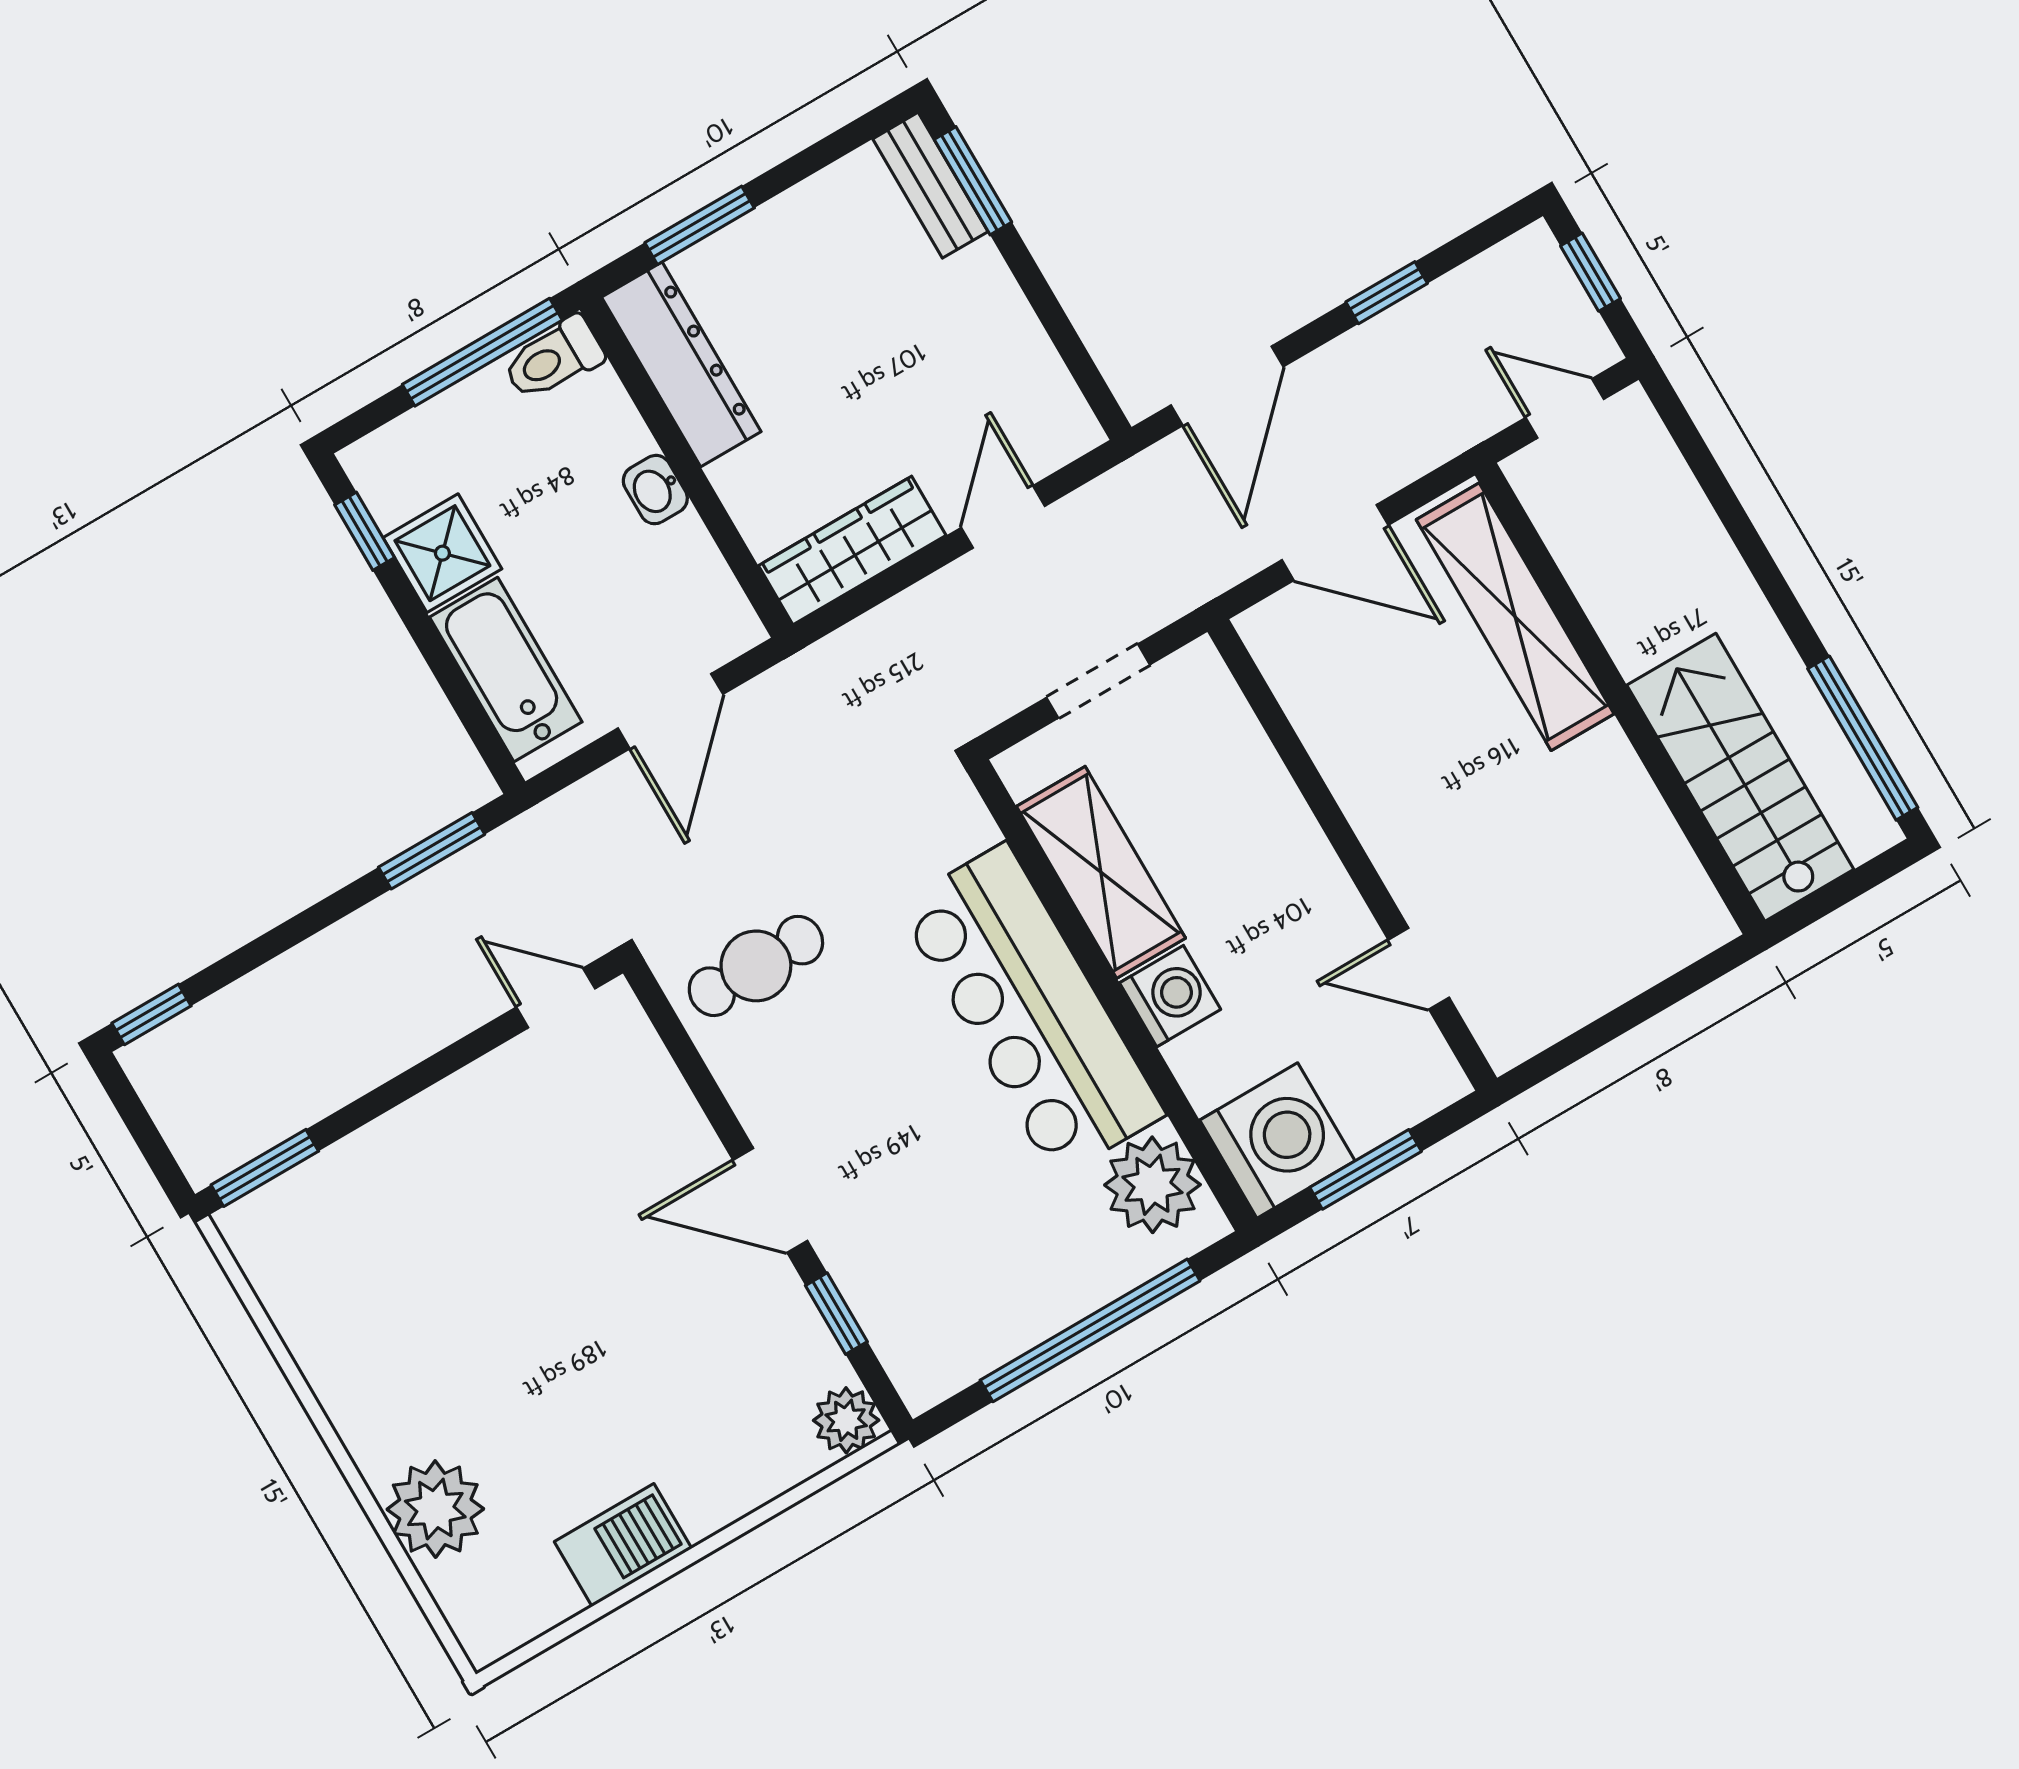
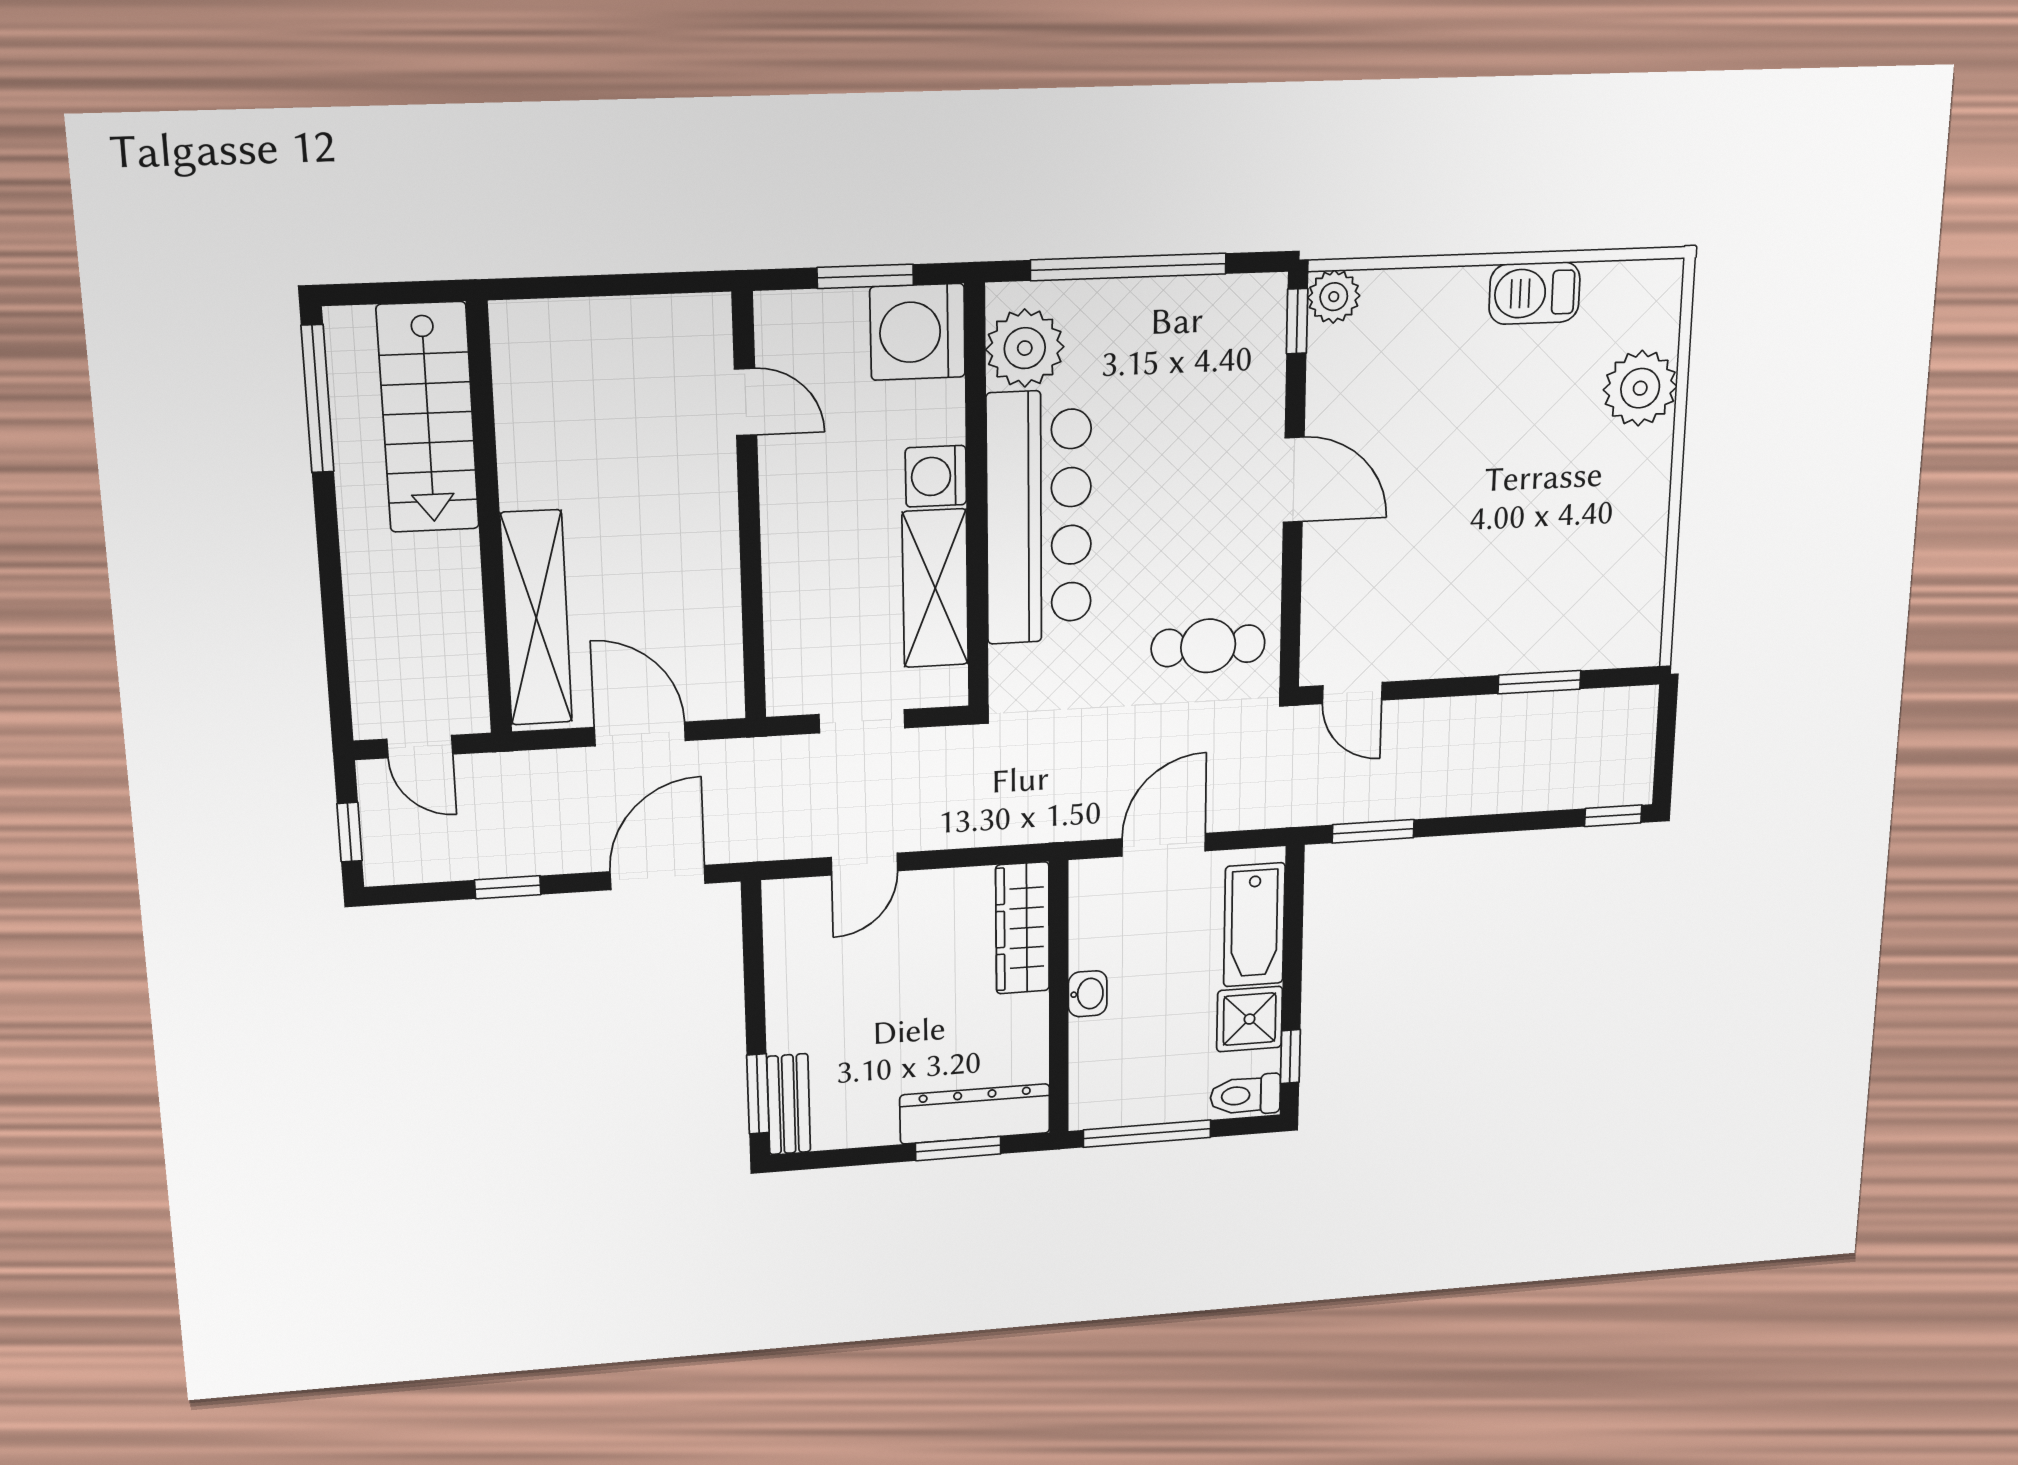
toilet: (553, 359) -> (1245, 1095), moved, turned 180
dresser: (681, 364) -> (975, 1114), moved, turned 90
wardrobe: (852, 551) -> (1023, 928), moved, turned 90
window: (265, 1168) -> (1539, 682), moved
window: (836, 1314) -> (1297, 321), moved

